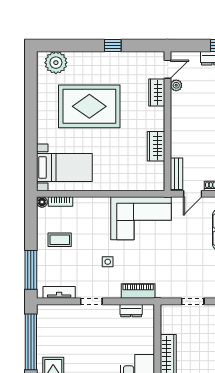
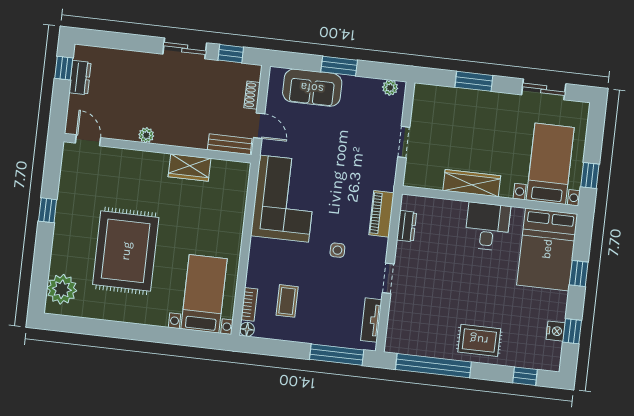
plant: (176, 85) -> (146, 135), moved
wardrobe: (157, 93) -> (118, 158), removed
coffee table: (60, 240) -> (287, 301), moved

